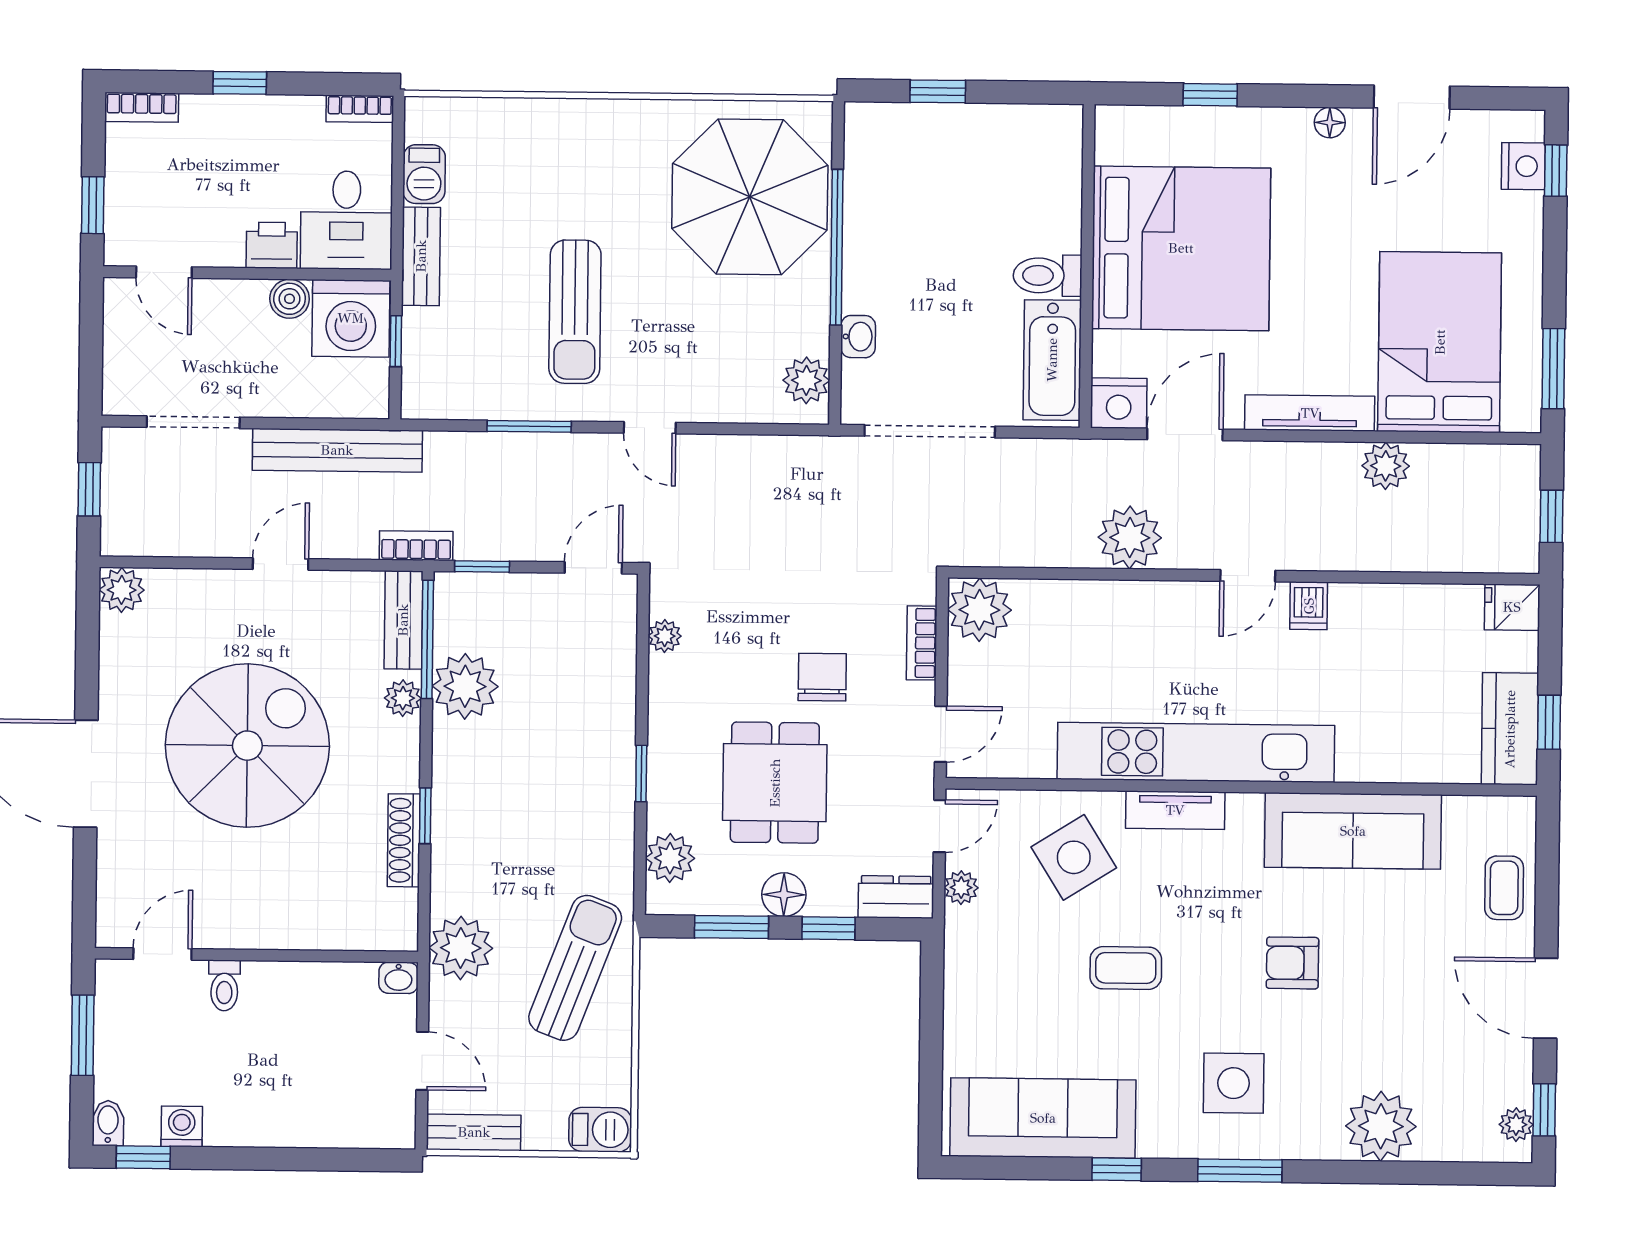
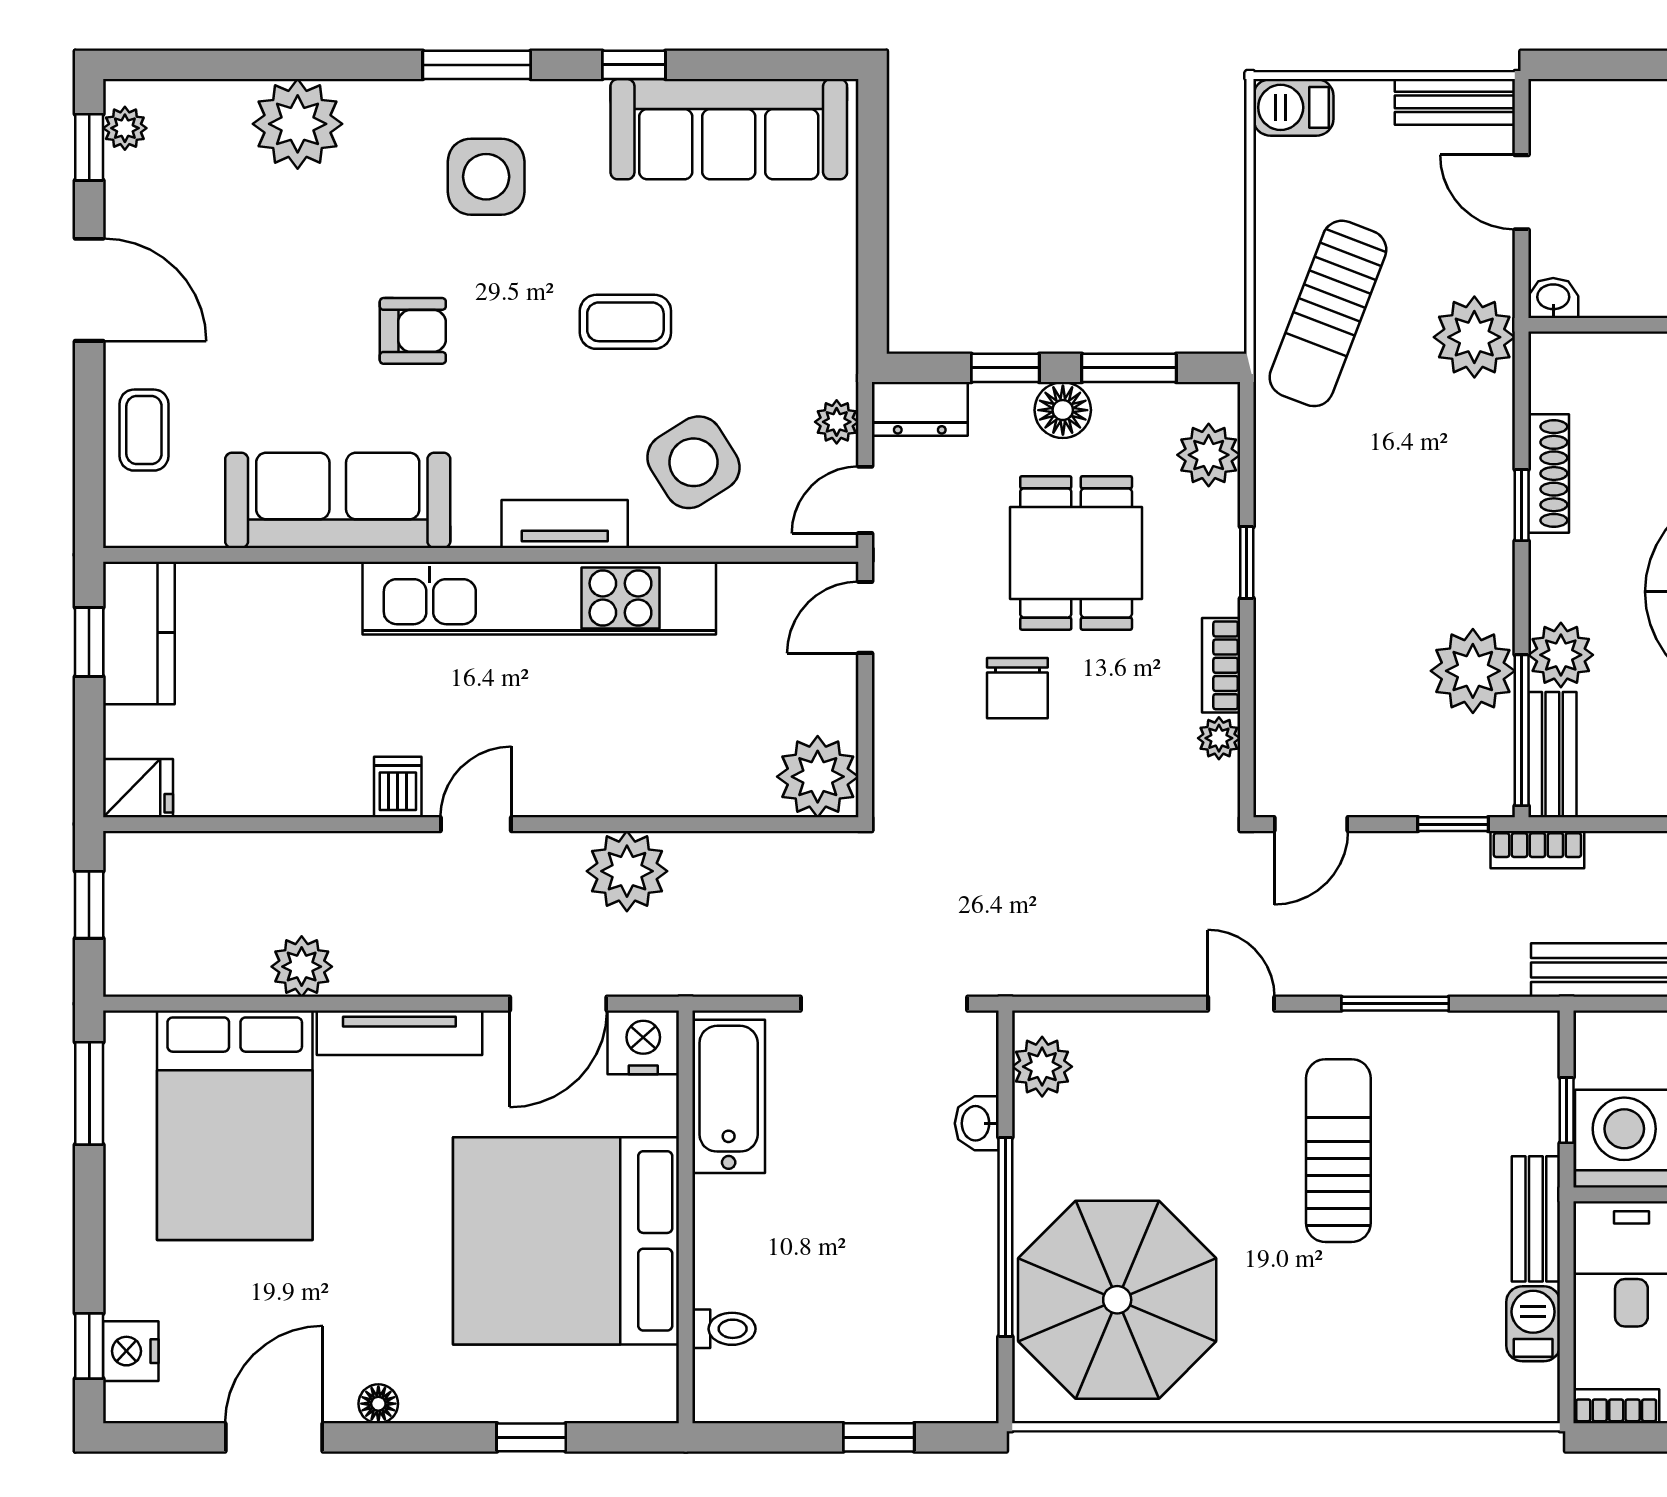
toilet: (1048, 276) -> (724, 1329), moved, width x0.73, depth x0.72
bookcase: (922, 643) -> (1221, 665), moved, turned 180
plant: (403, 698) -> (1561, 655), width x1.38, depth x1.38

